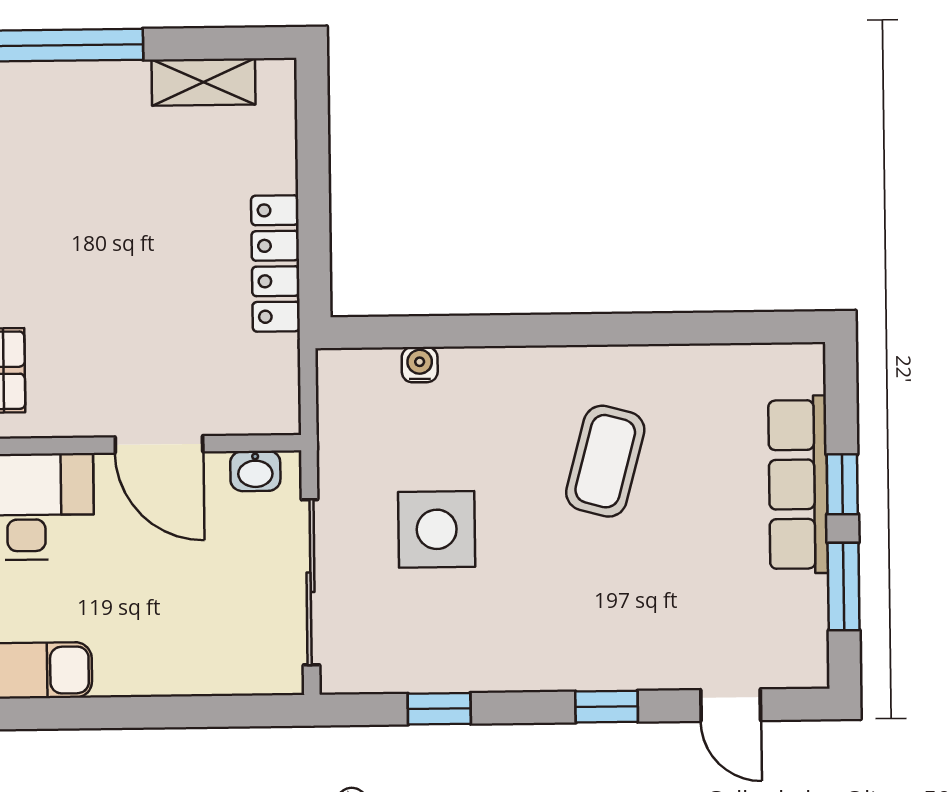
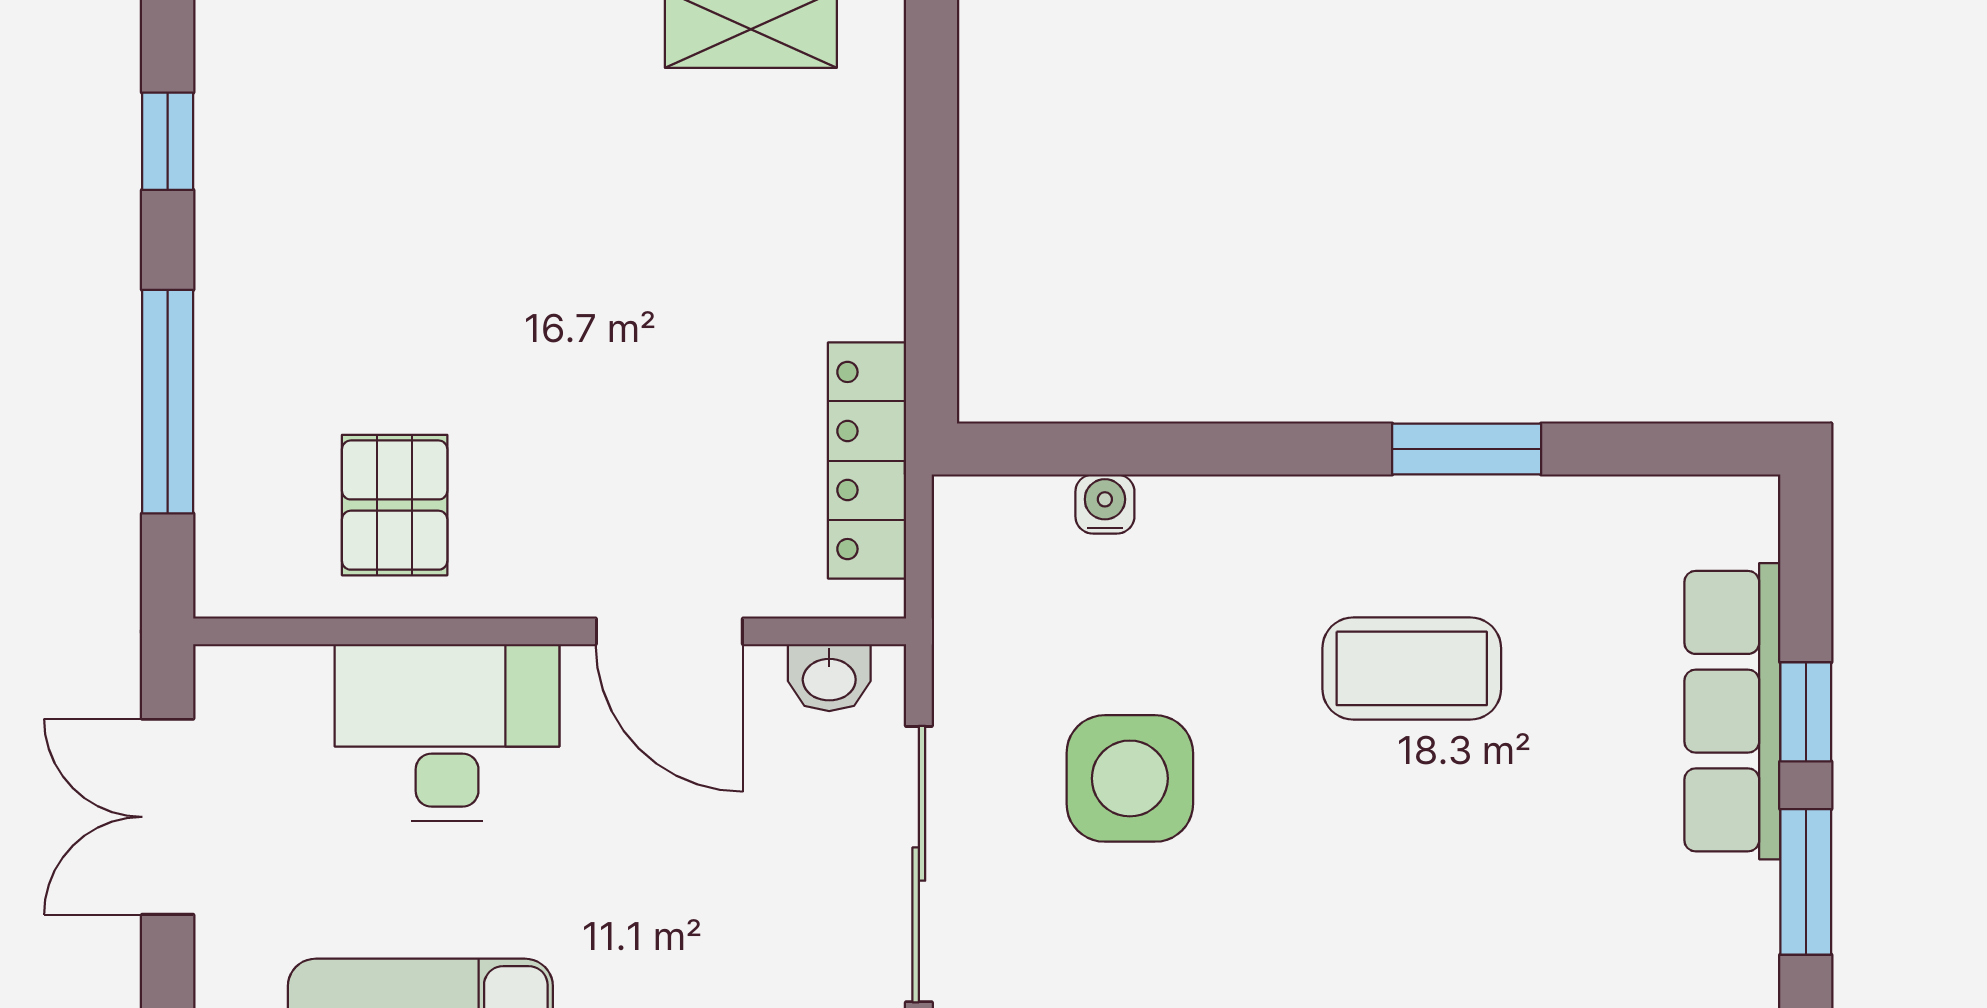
locker: (275, 263) -> (867, 461), moved
window: (637, 329) -> (1467, 449), added
coffee table: (605, 461) -> (1412, 668), turned 75

